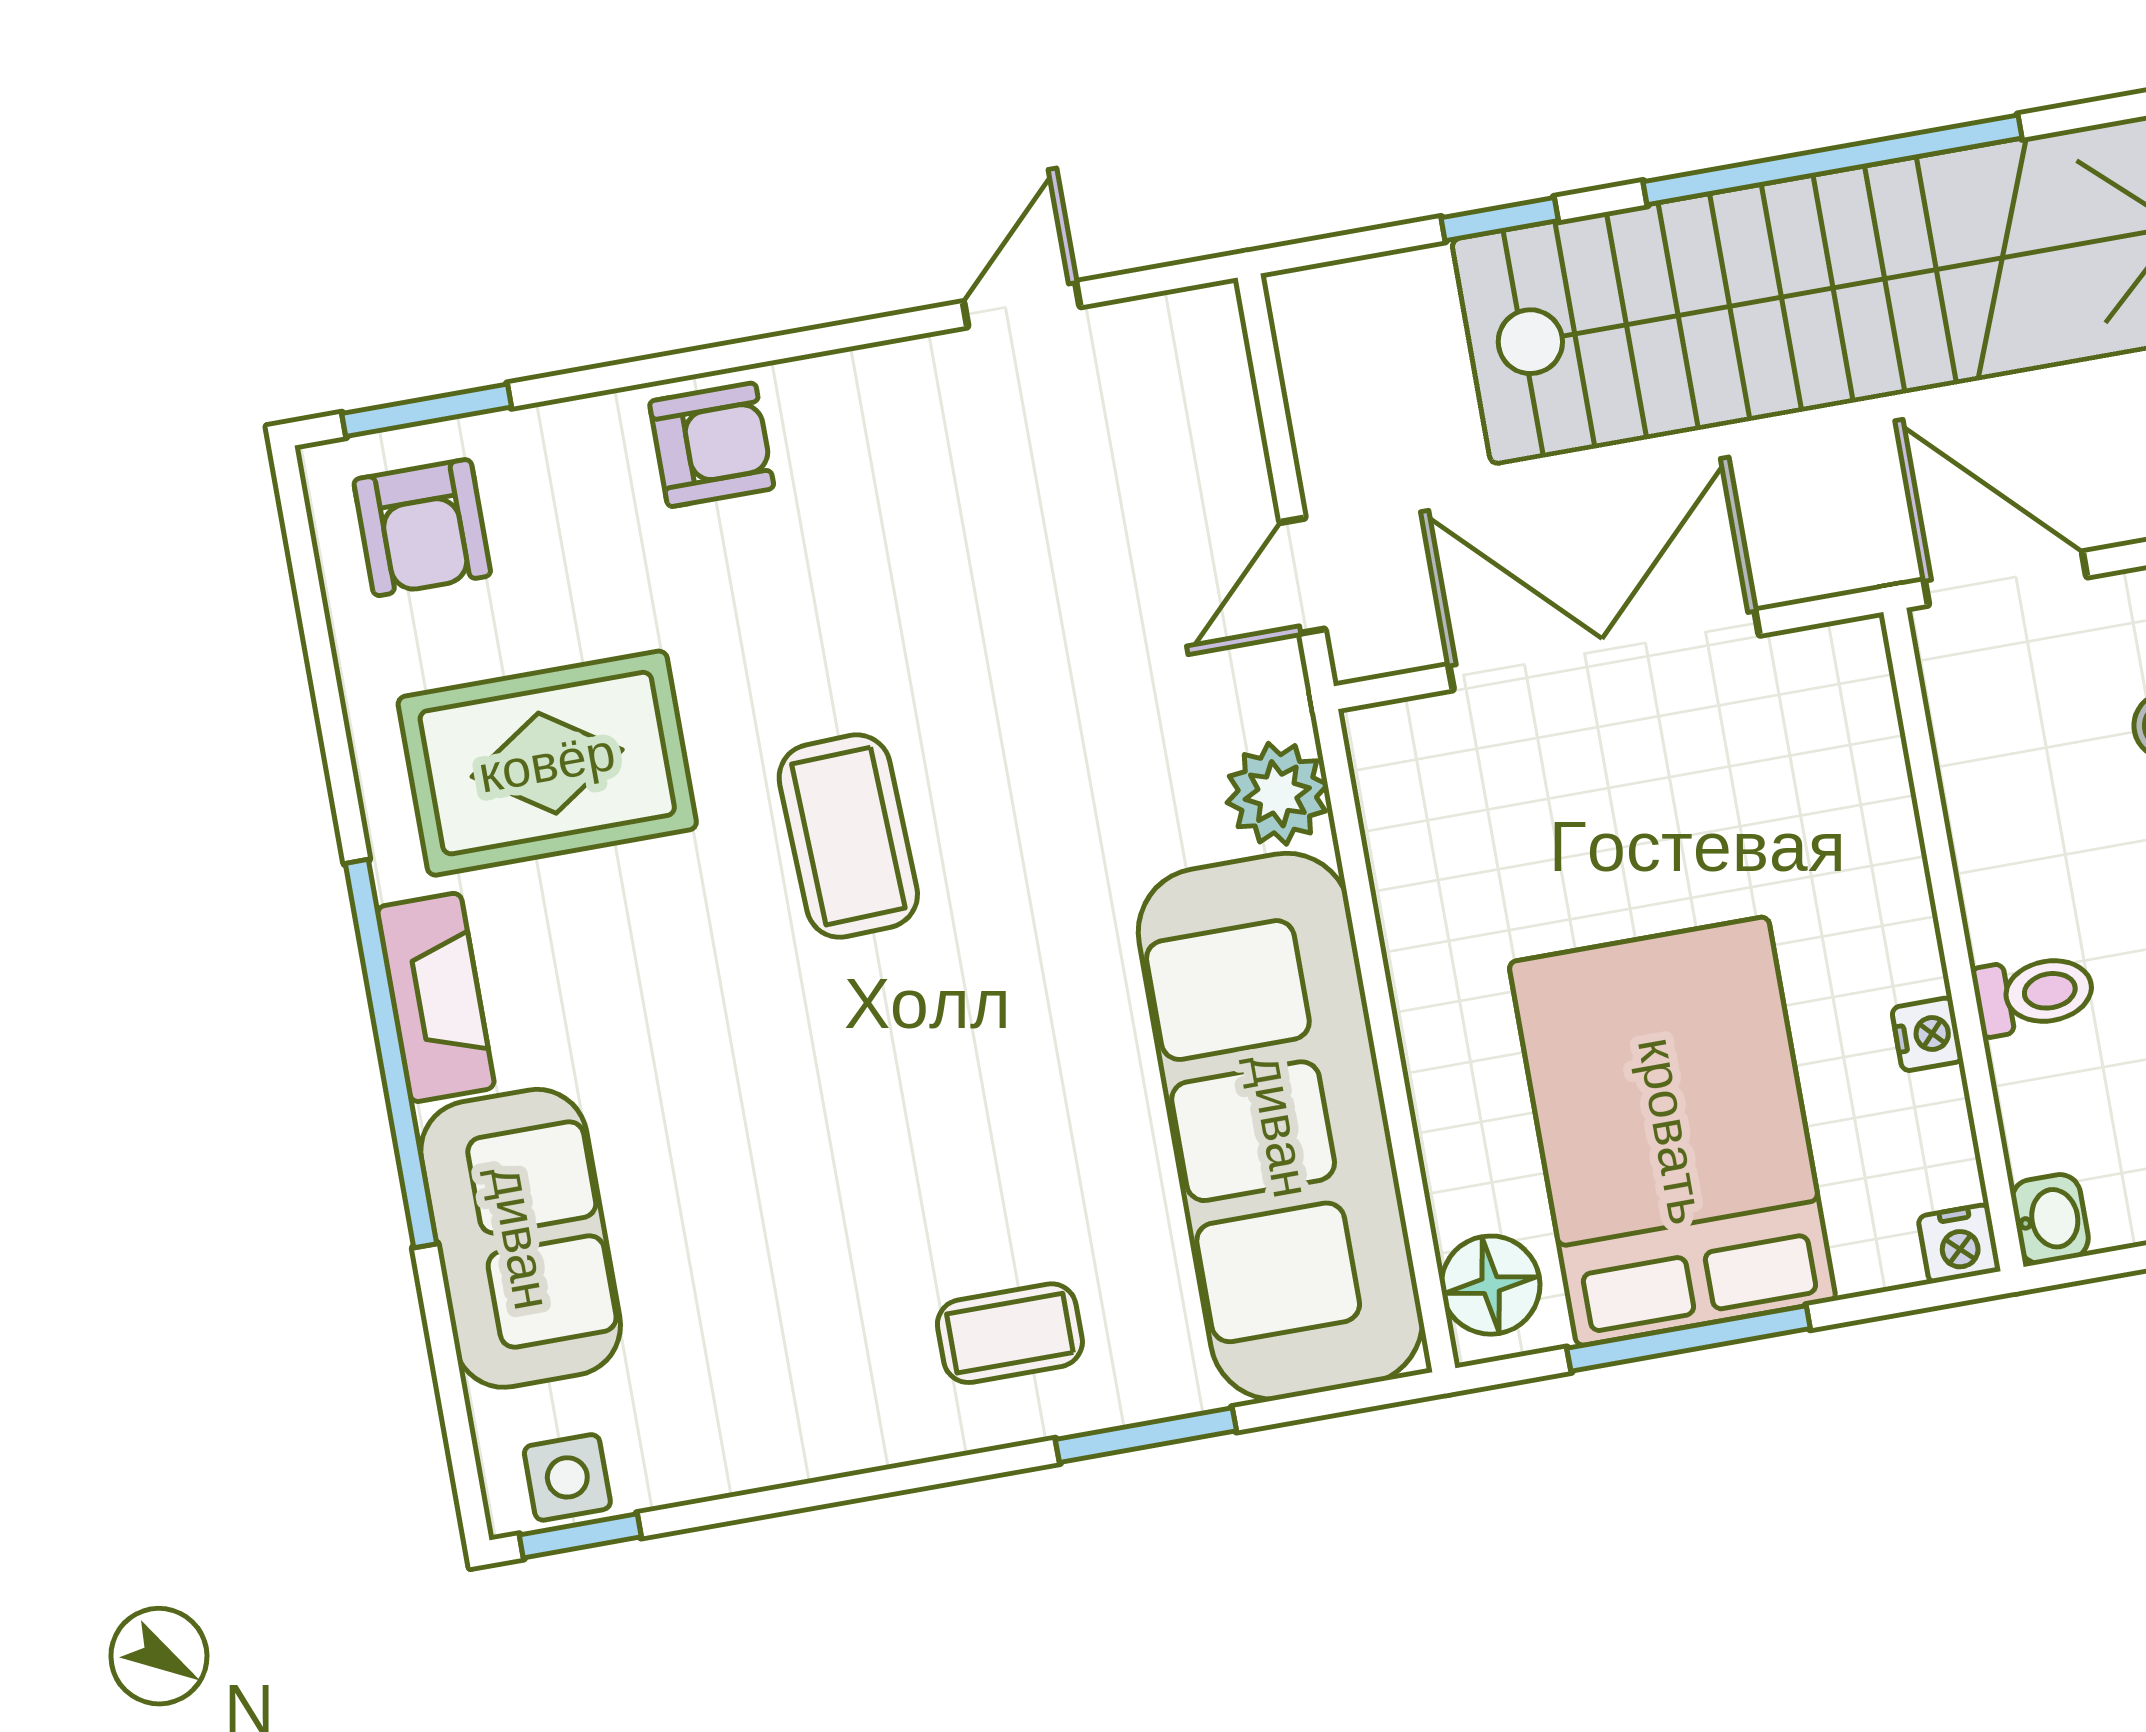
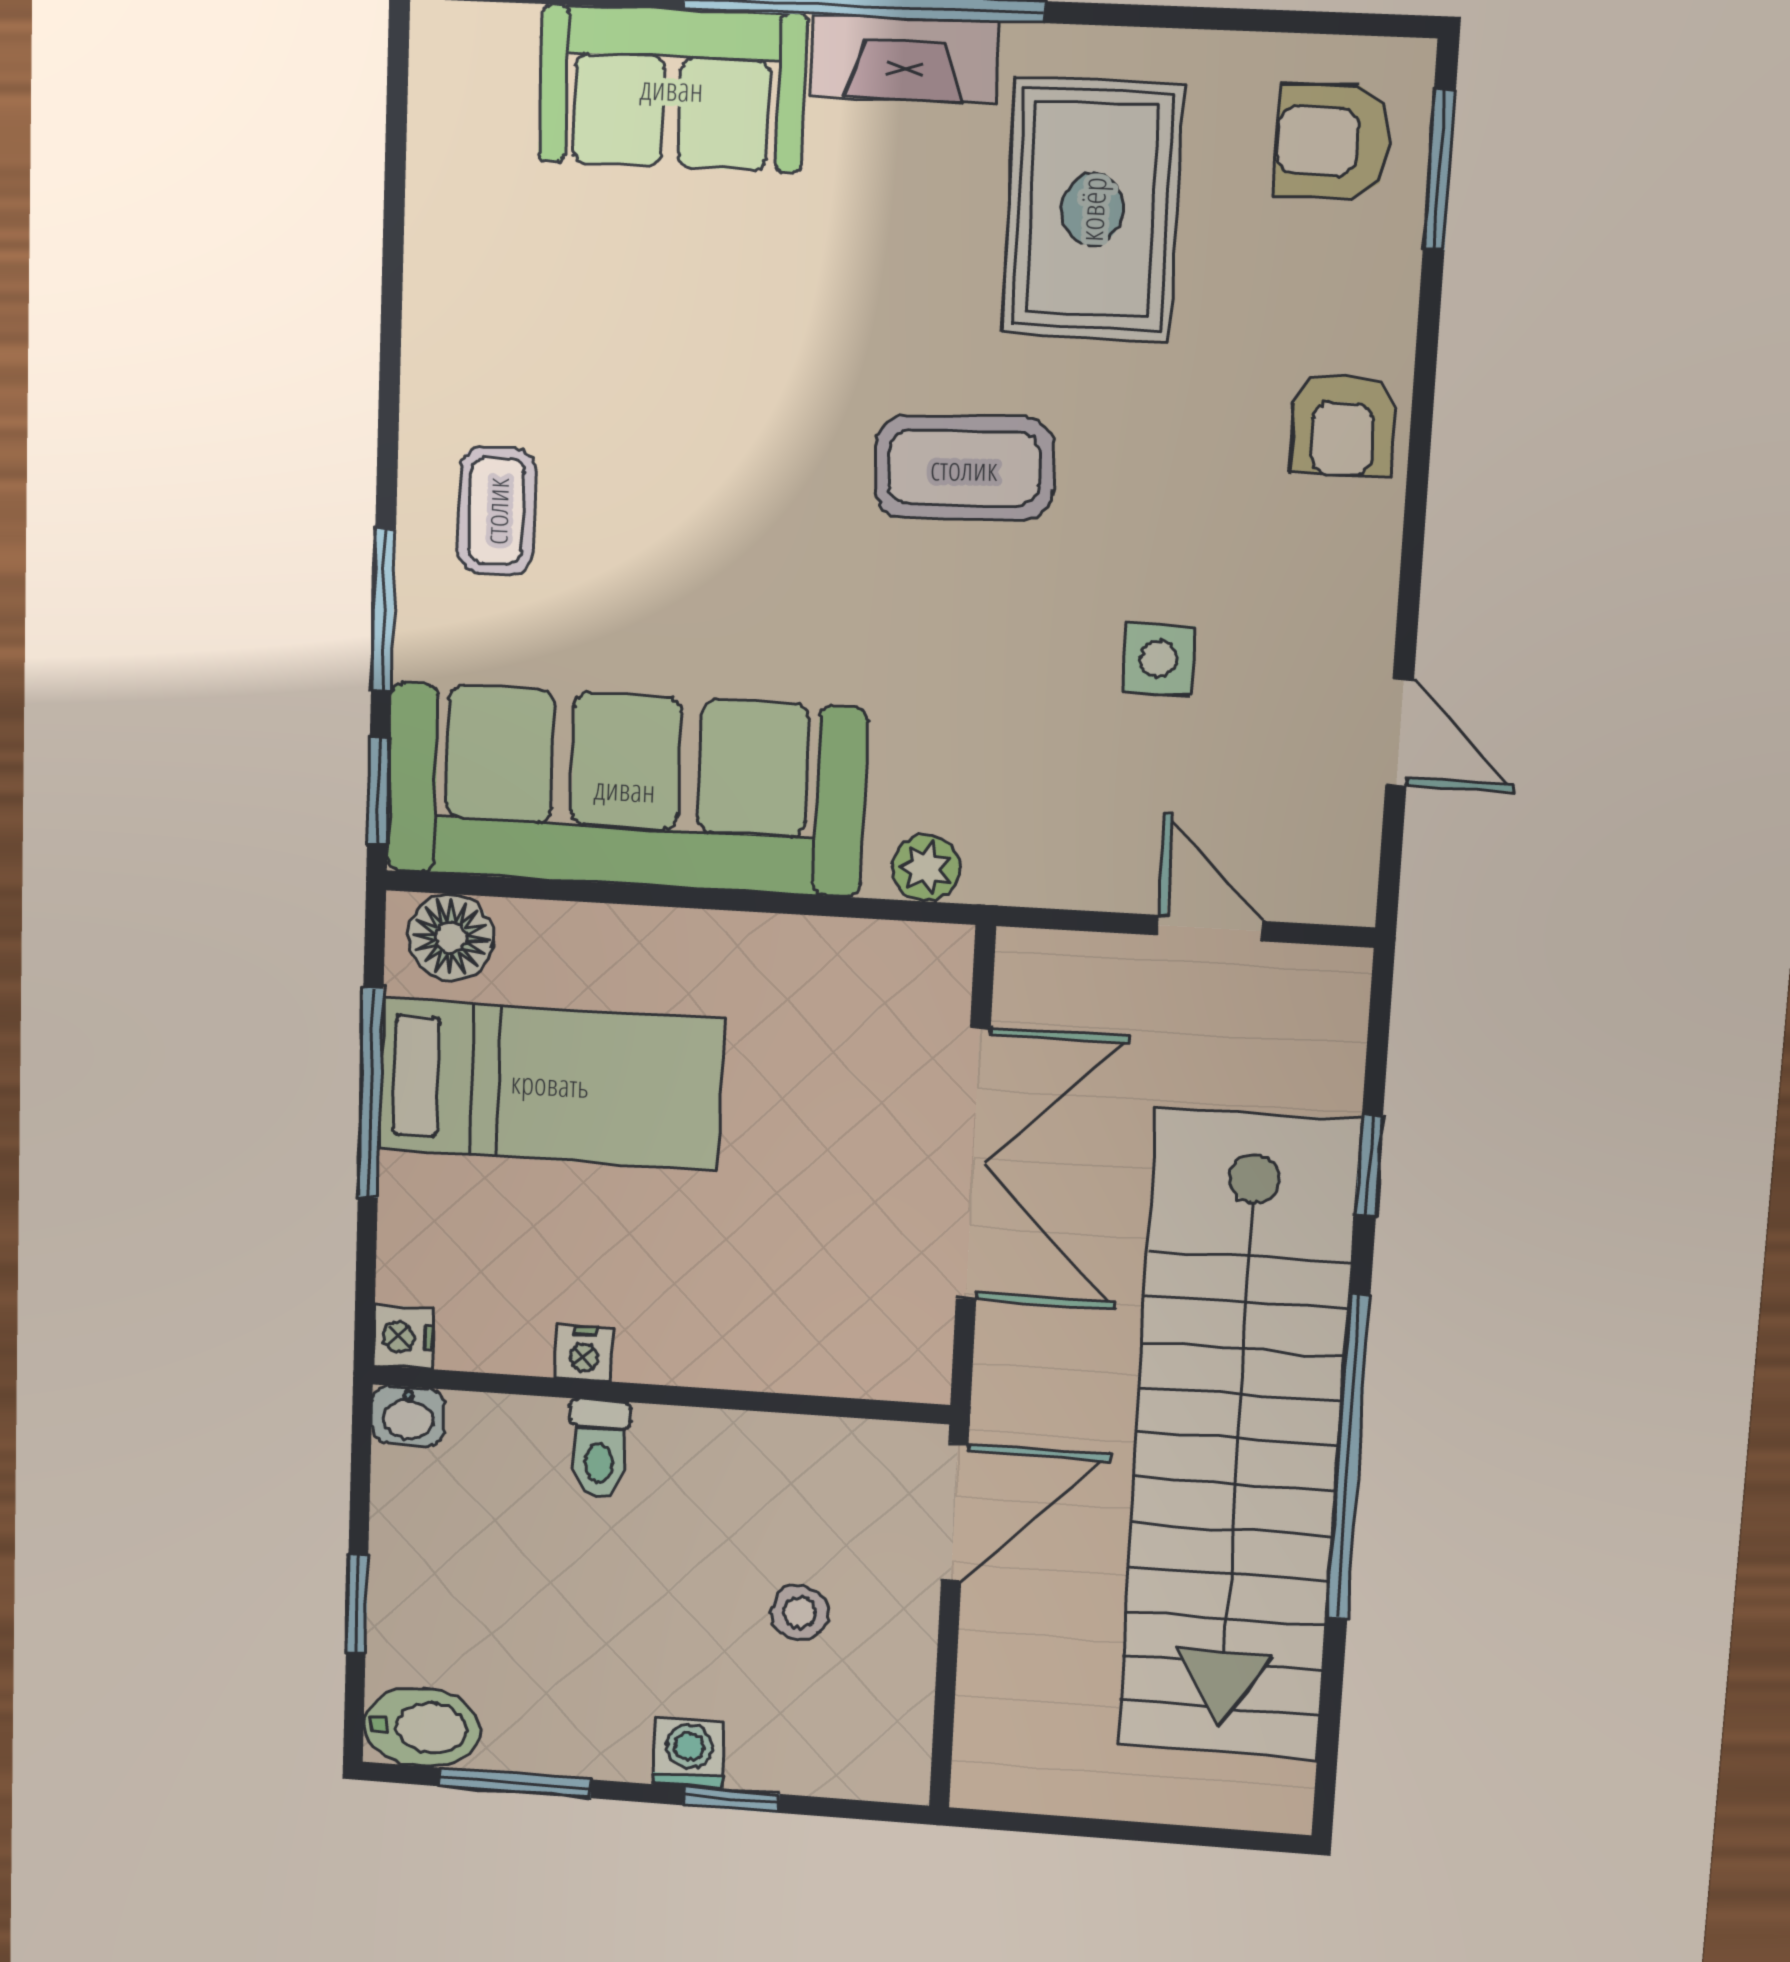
door: (1302, 576) -> (1210, 928), moved
plant: (1277, 794) -> (926, 868), width x0.73, depth x0.73
bed: (1672, 1131) -> (550, 1084), width x0.67
side table: (567, 1477) -> (1158, 659), moved
window: (580, 1536) -> (379, 791), moved

